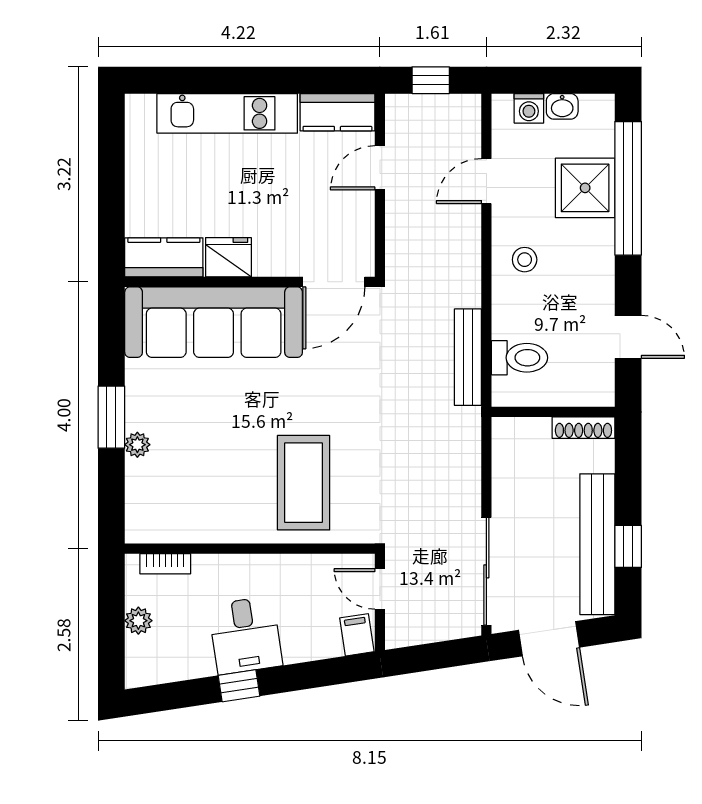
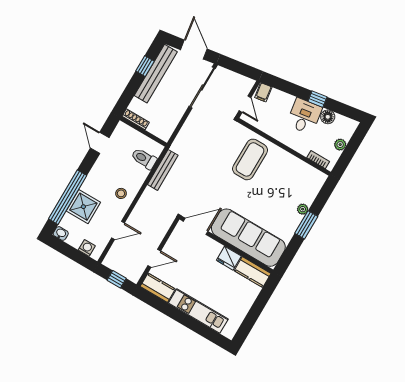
washbasin: (562, 106) -> (61, 233), moved
floor lamp: (197, 662) -> (328, 117), added

